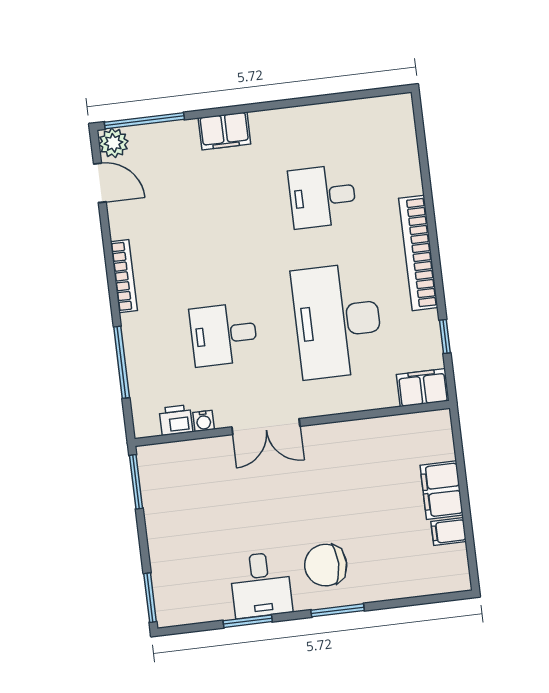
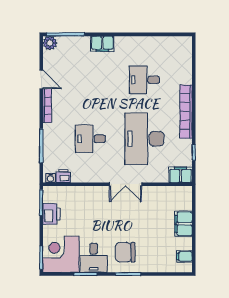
door: (100, 183) -> (41, 79), moved
water cooler: (204, 421) -> (50, 178), moved
double door: (266, 427) -> (126, 184), moved
printer: (161, 503) -> (51, 214), added
filing cabinet: (449, 532) -> (184, 256), moved
corner desk: (191, 586) -> (61, 254), added

